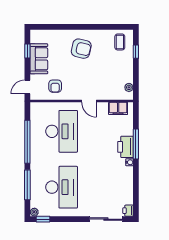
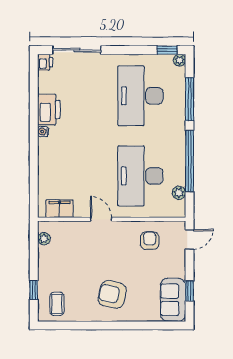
sofa: (39, 59) -> (173, 300), moved
plant: (35, 120) -> (179, 193), added
window: (136, 144) -> (34, 158), removed
printer: (125, 147) -> (49, 110), moved

